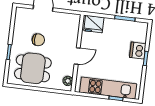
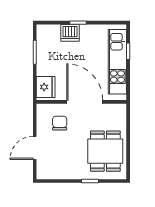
chair: (38, 40) -> (60, 123), moved
door: (77, 56) -> (85, 102), width x1.87
plant: (68, 81) -> (115, 109), removed

